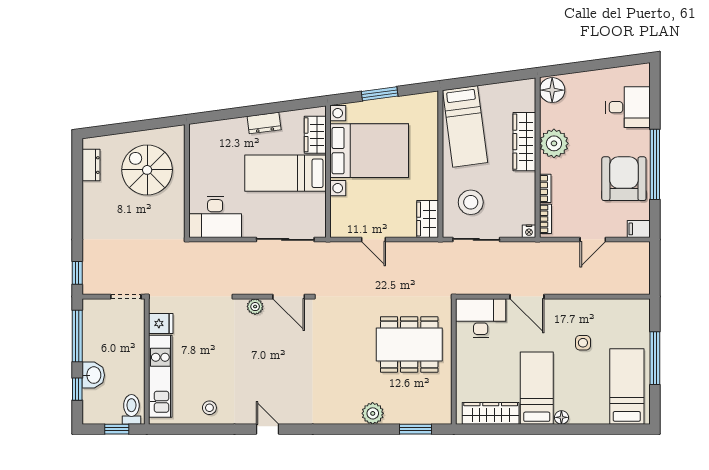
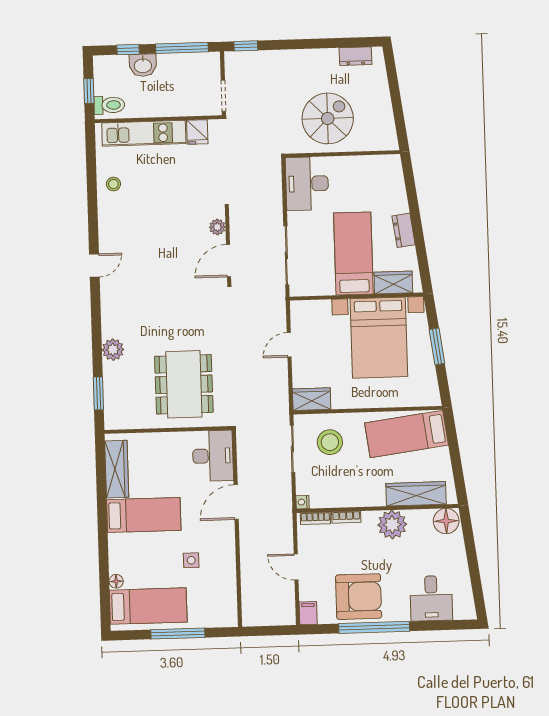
wardrobe: (524, 142) -> (416, 494), moved
spiral stairs: (147, 170) -> (328, 118), moved
floor lamp: (561, 417) -> (116, 581), moved
door: (268, 429) -> (94, 265), moved

